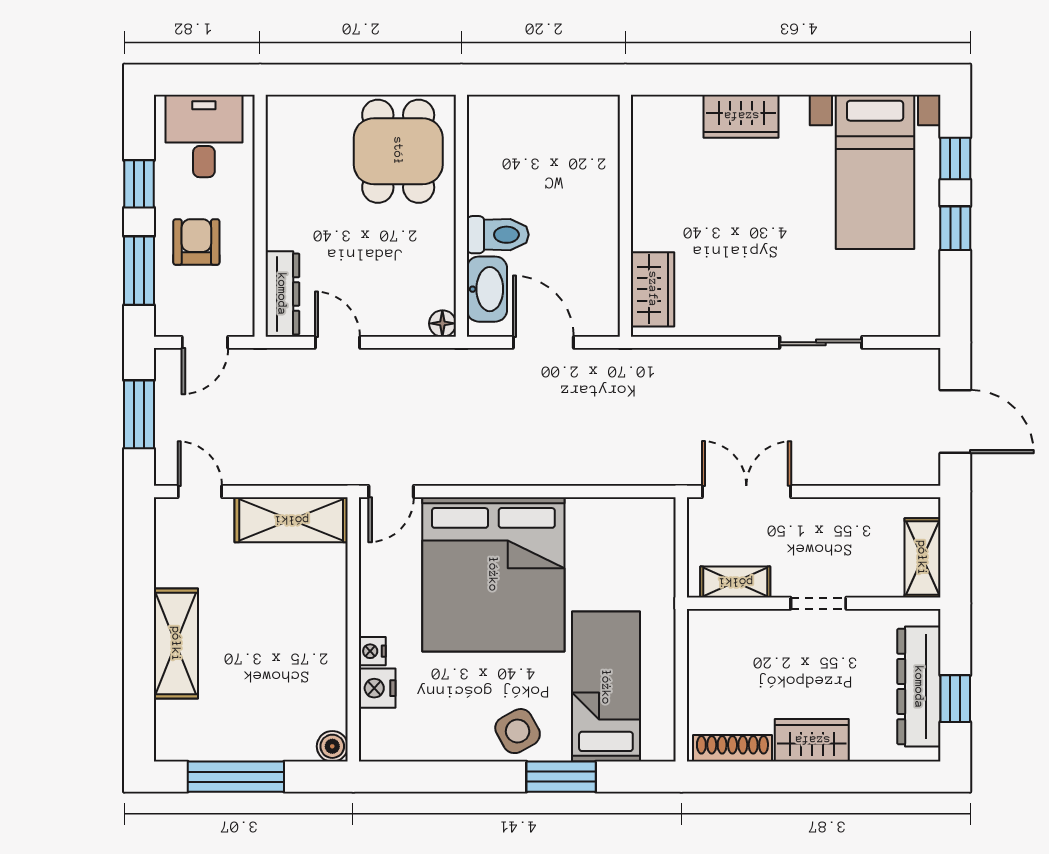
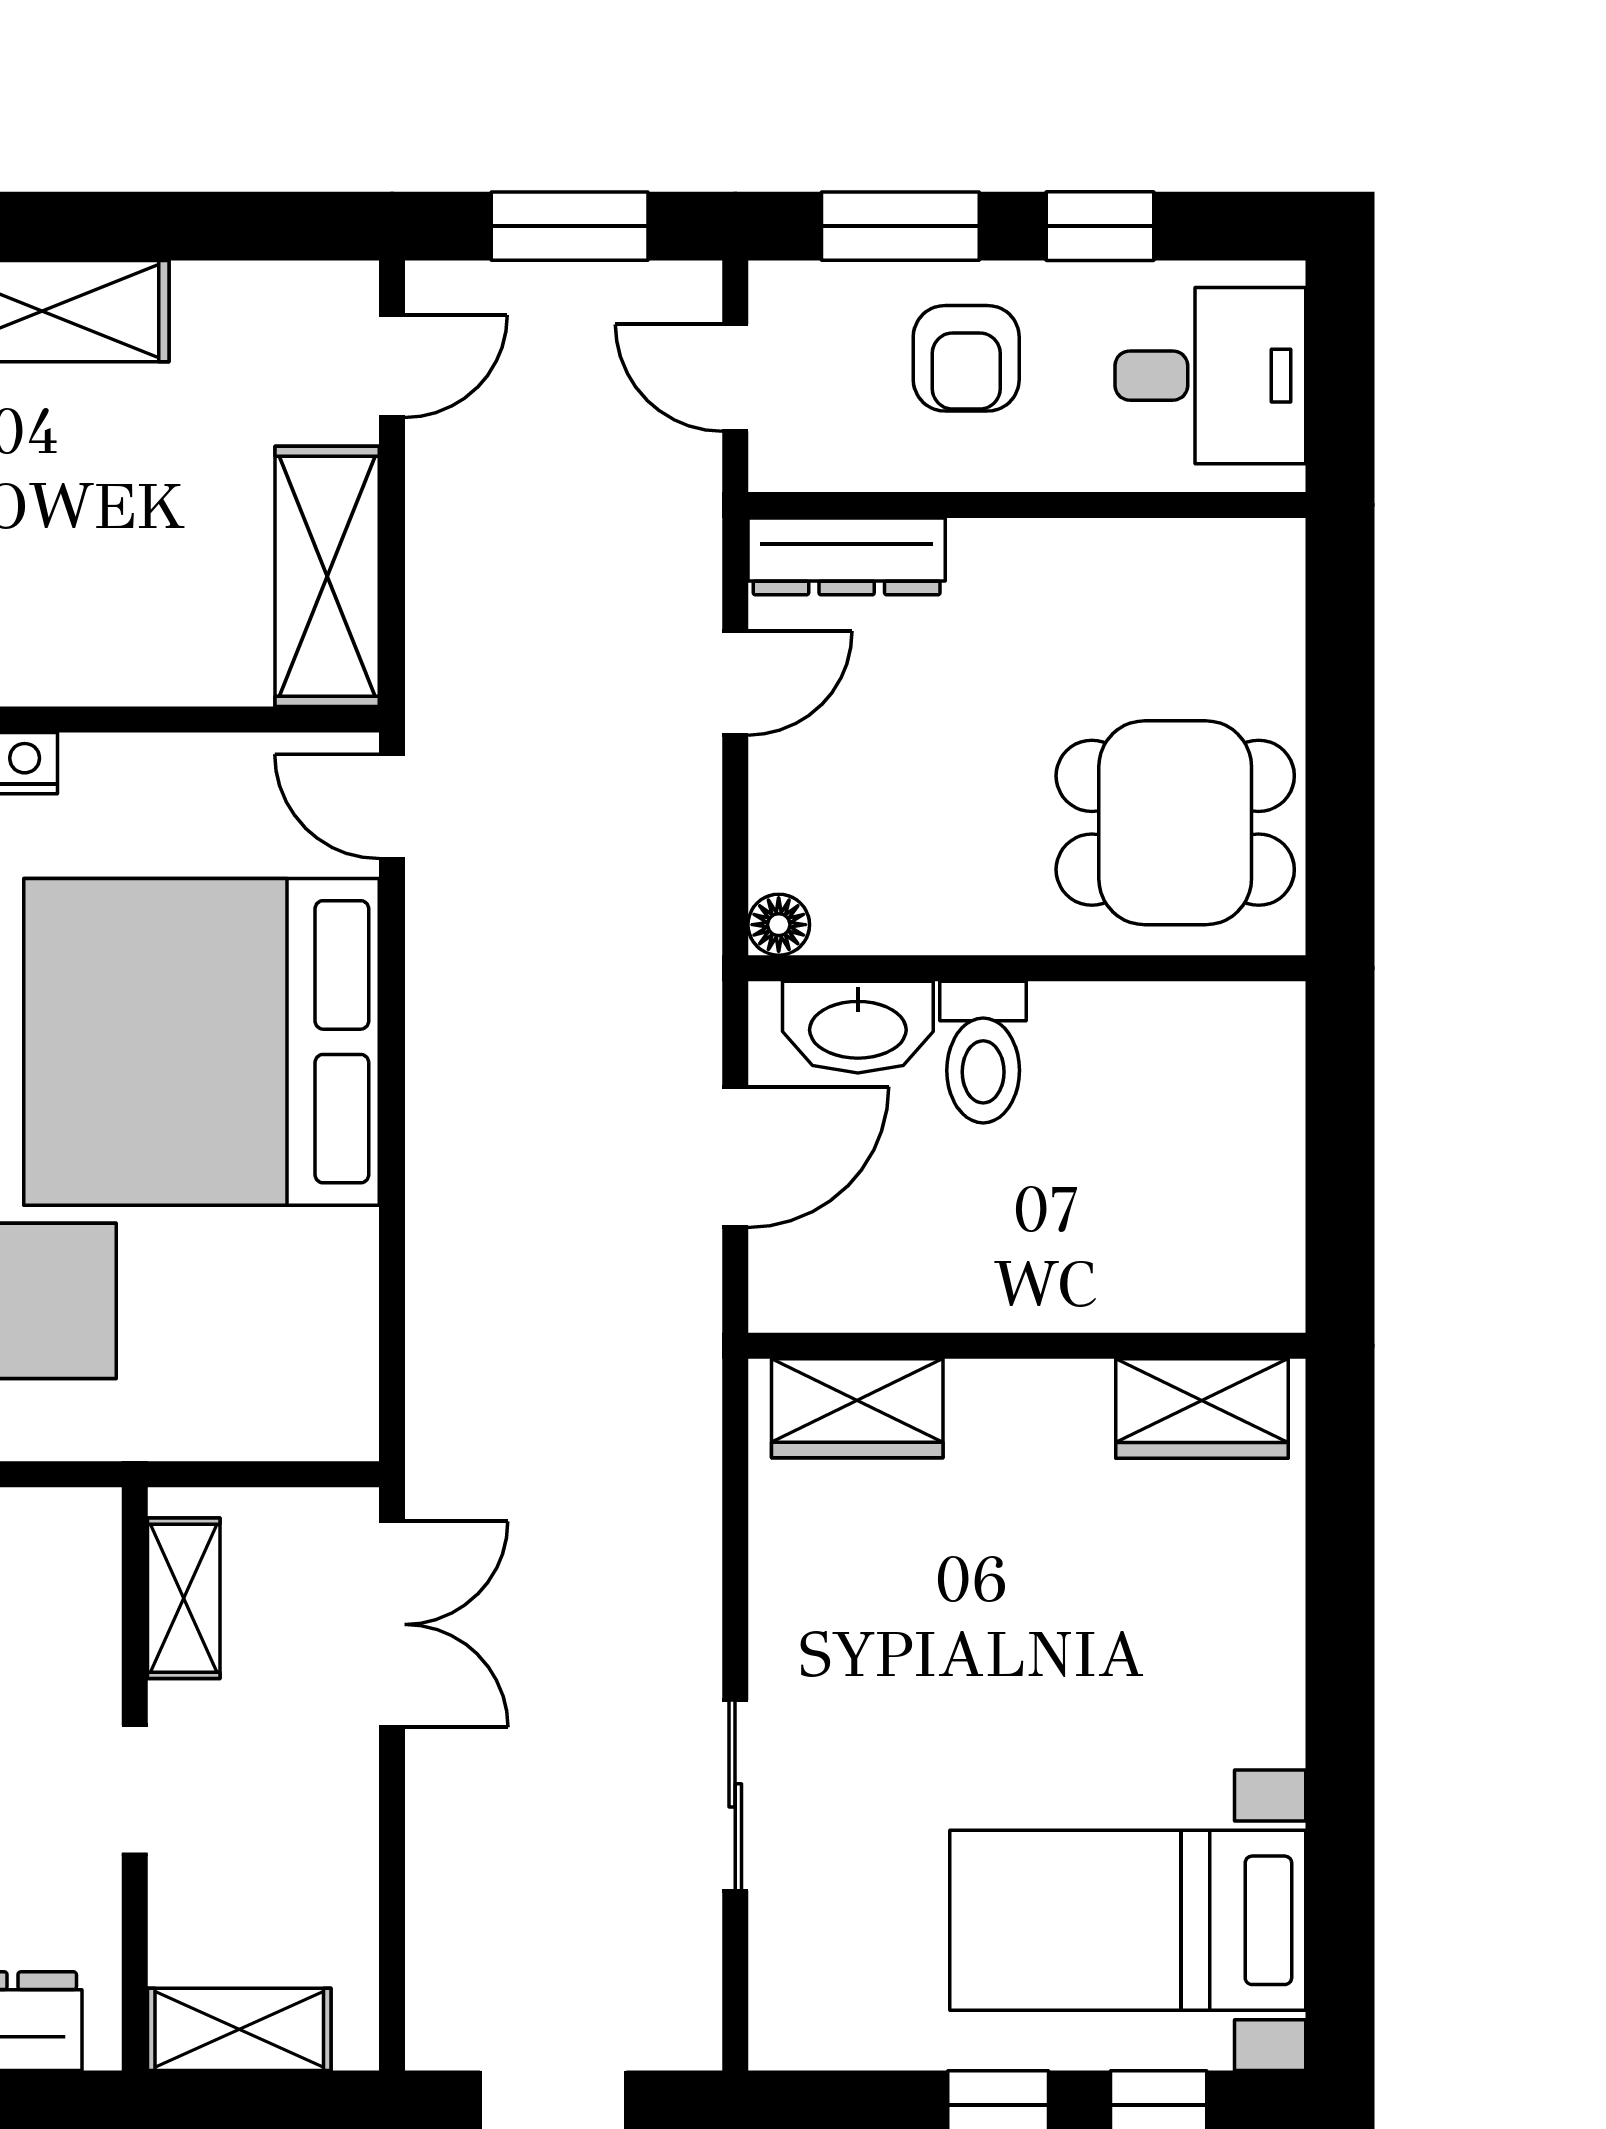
wardrobe: (741, 116) -> (1202, 1408), moved, turned -90
armchair: (196, 242) -> (966, 358), turned 90

